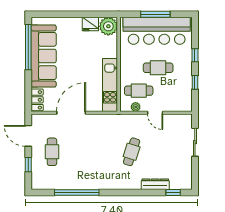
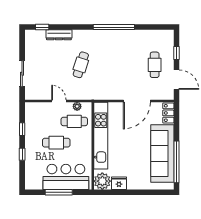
bar counter: (157, 31) -> (66, 177), width x0.73
kitchen unit: (110, 85) -> (101, 136), width x1.36
window: (77, 193) -> (114, 27), moved

